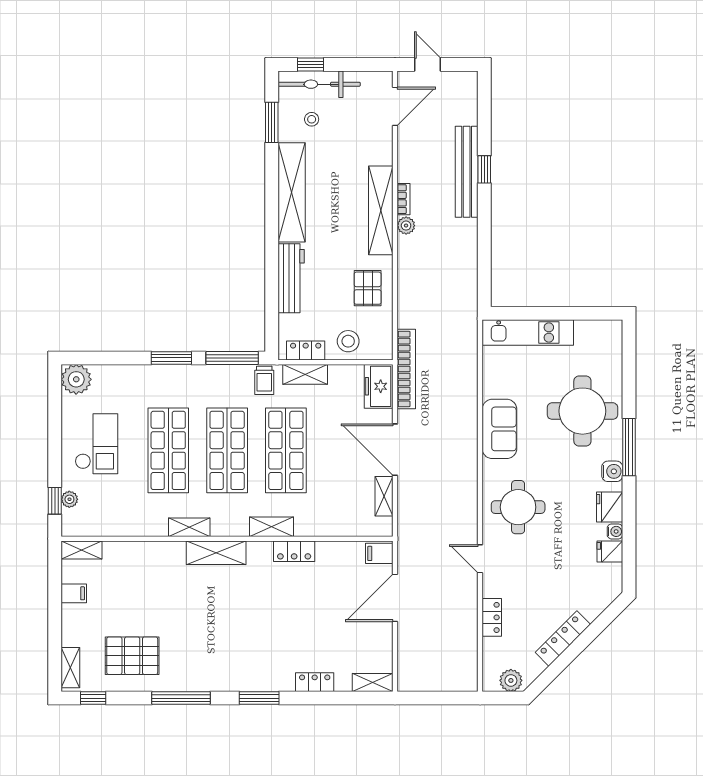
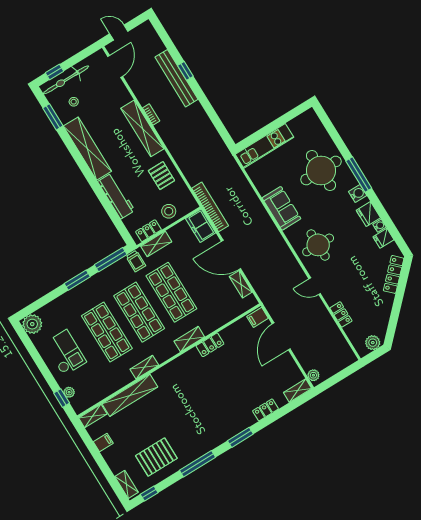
plant: (406, 226) -> (313, 375), moved
shelving: (216, 553) -> (130, 395), moved, width x1.47
locker: (563, 638) -> (394, 274), moved

